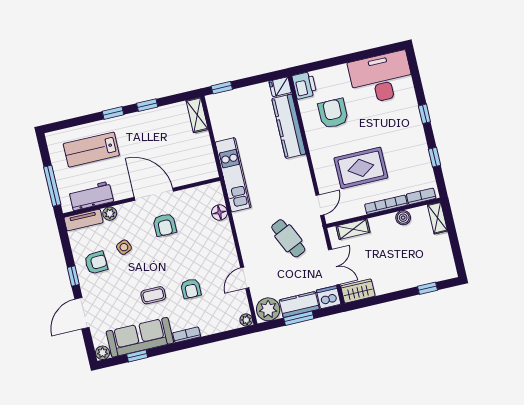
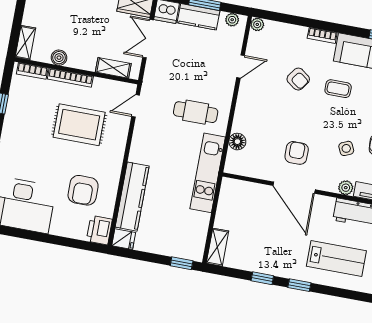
cafe table: (288, 238) -> (196, 112), moved, turned -65
armchair: (191, 289) -> (298, 79), turned 126
plant: (268, 309) -> (232, 20), width x0.53, depth x0.53

